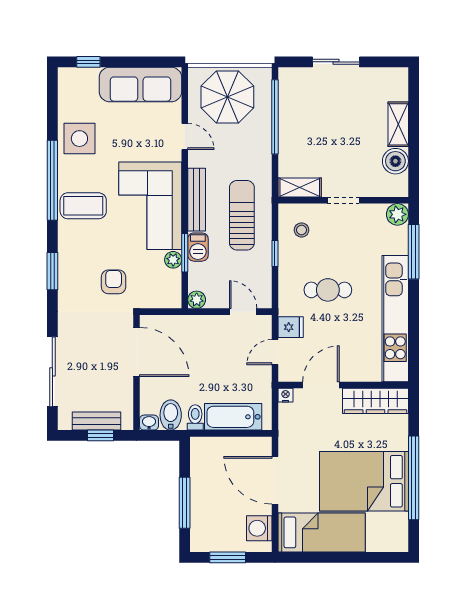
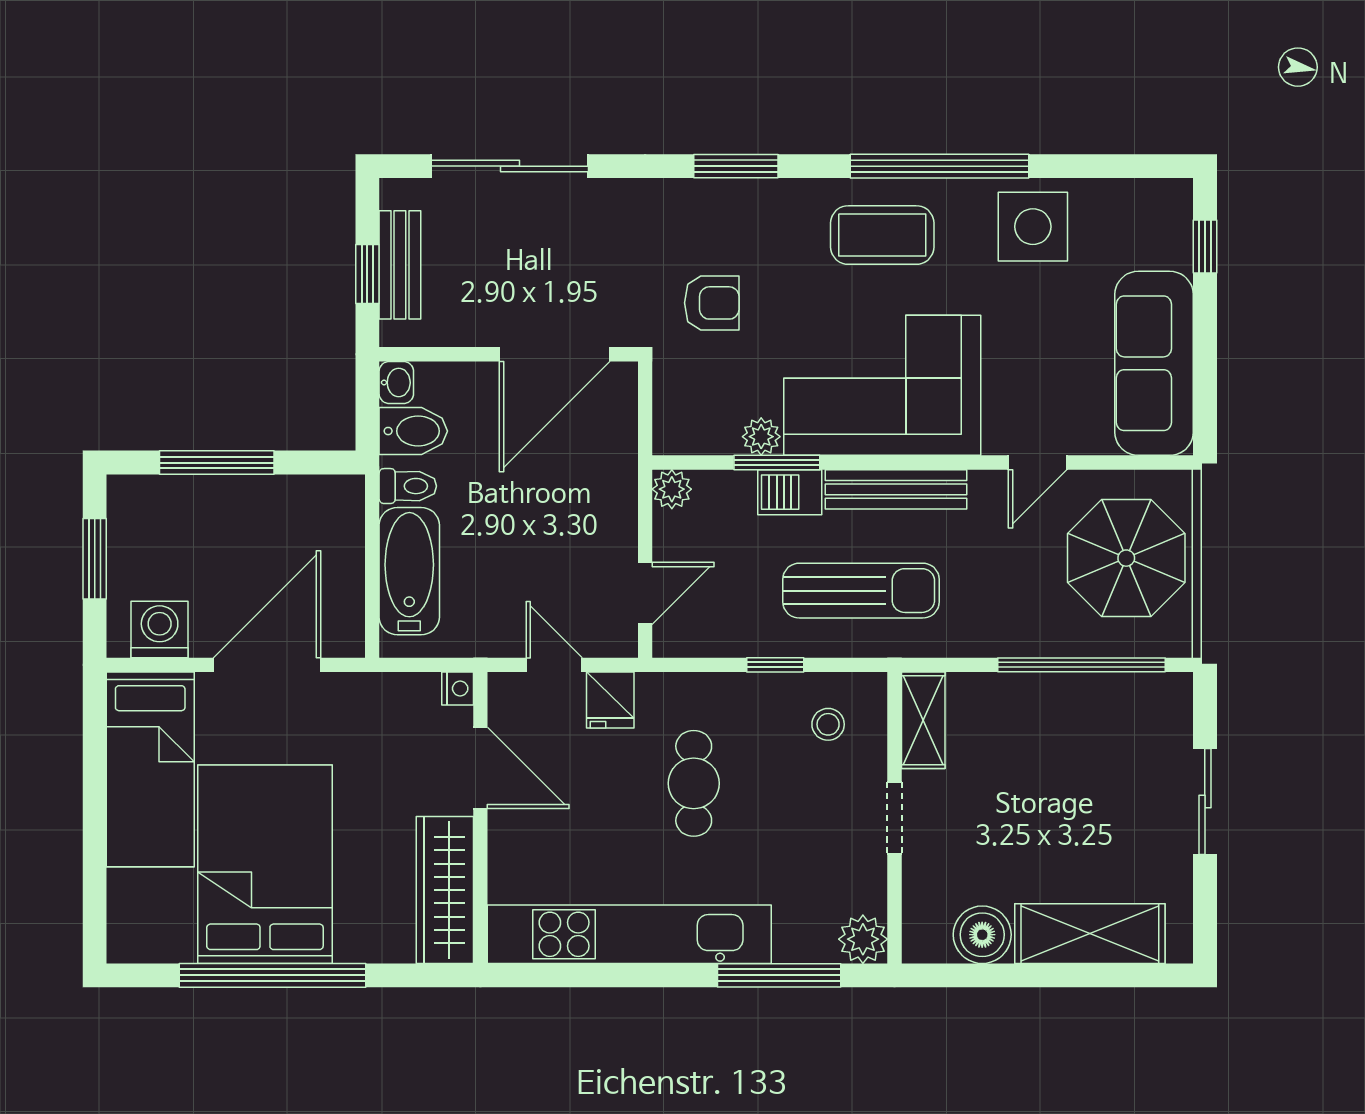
shelving: (398, 124) -> (1090, 934), width x1.50, depth x1.33
coffee table: (83, 206) -> (882, 235), turned 90

